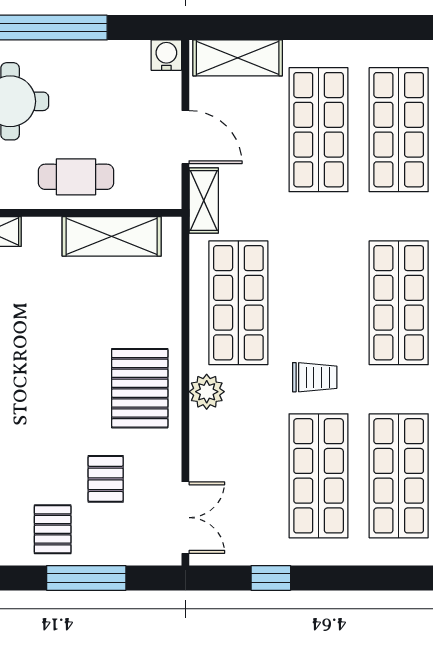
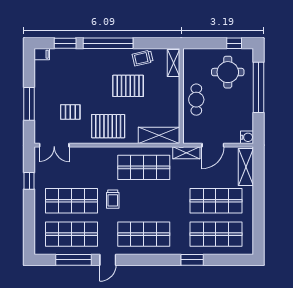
shelving: (112, 236) -> (159, 135), moved, turned 90
plant: (207, 392) -> (107, 154), removed
pallet: (53, 529) -> (128, 86), moved, width x1.50, depth x1.42

